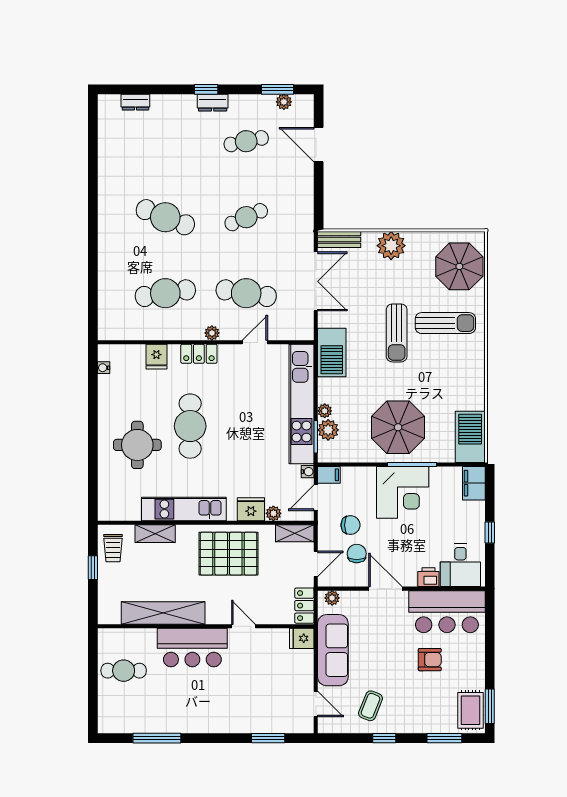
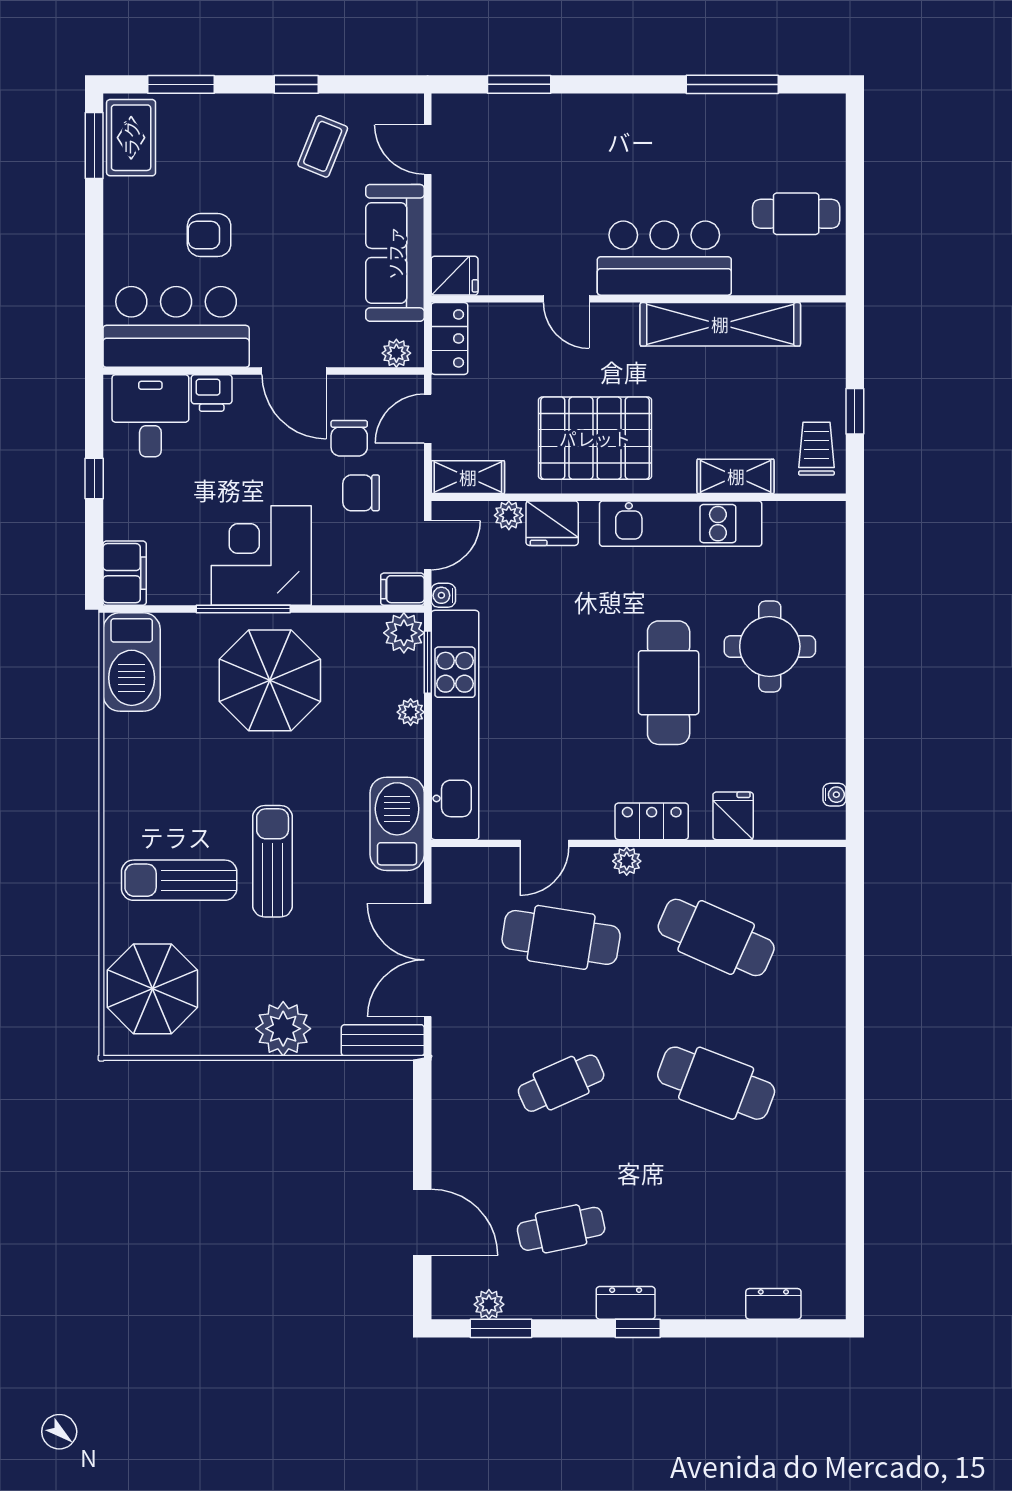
cafe table: (165, 293) -> (716, 937), turned 33
plant: (328, 430) -> (404, 633), moved

